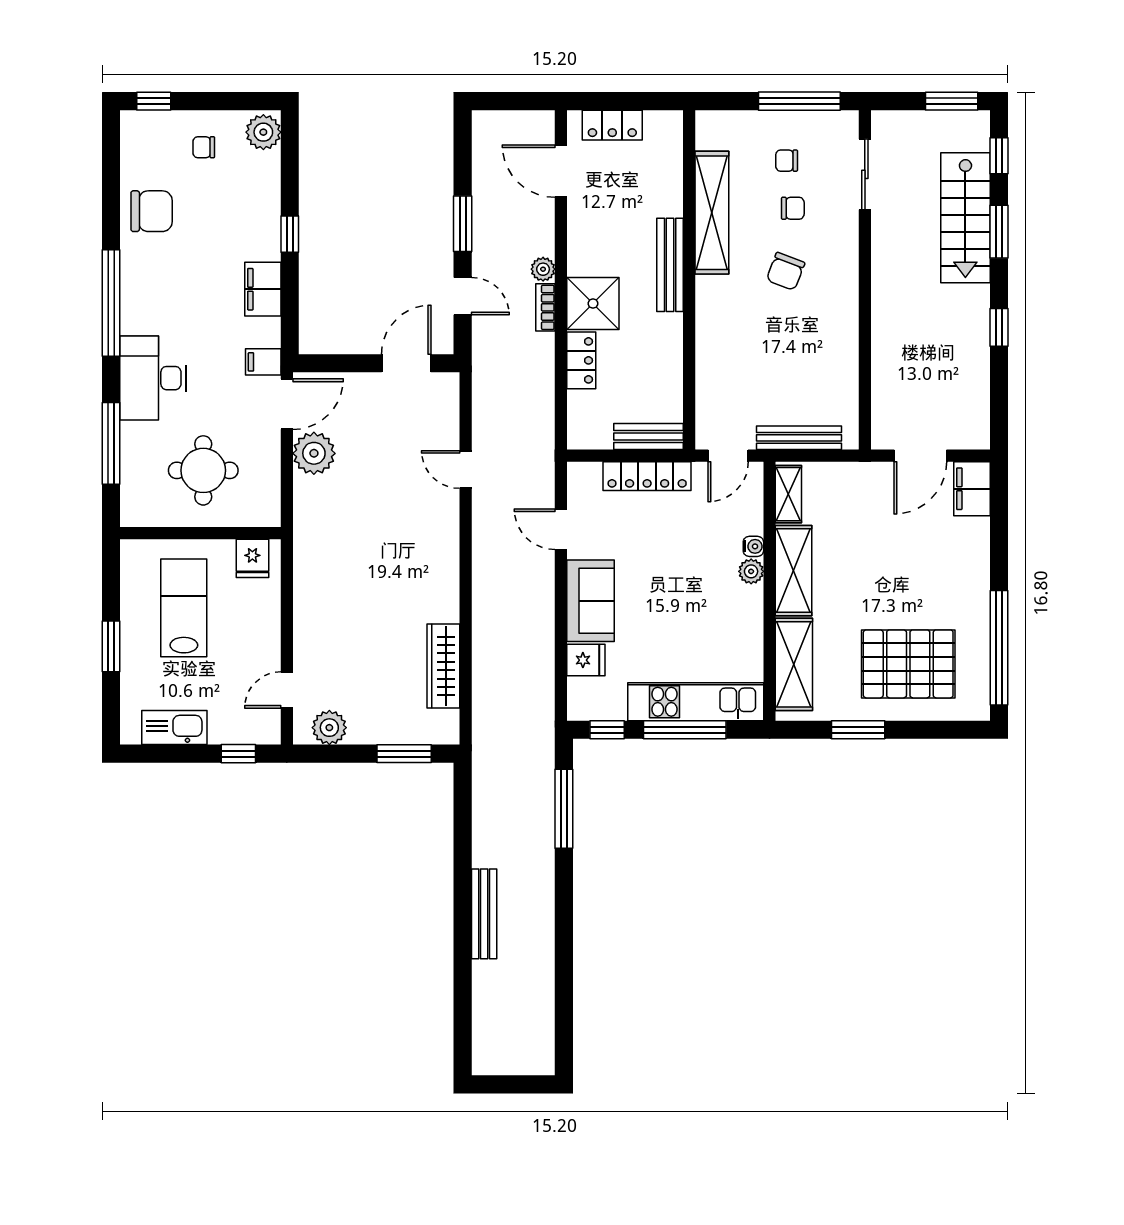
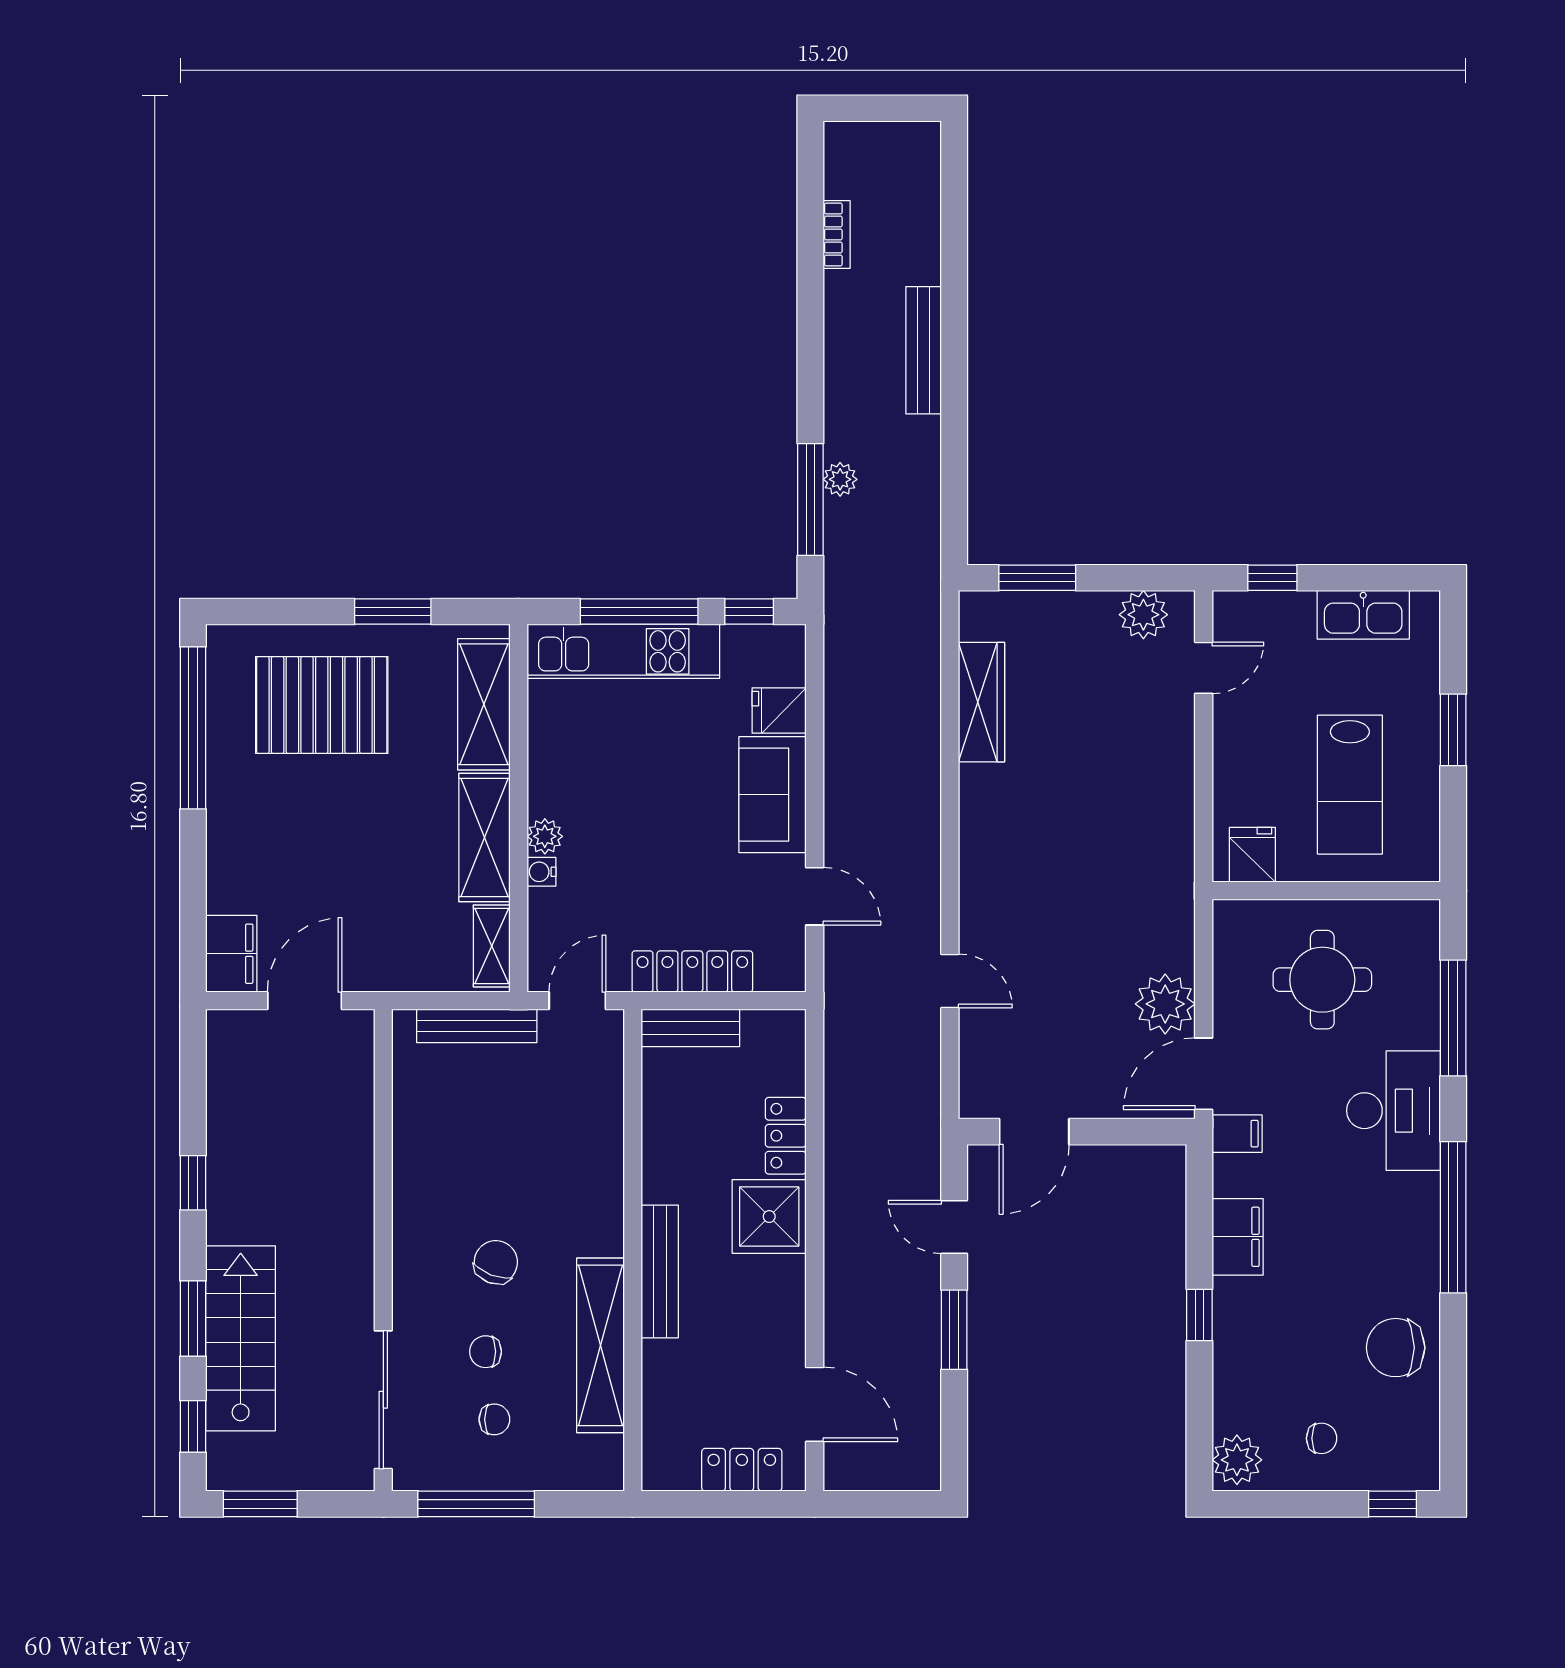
sliding door: (865, 174) -> (383, 1400), width x1.37
plant: (543, 269) -> (840, 479), moved
bookcase: (545, 307) -> (837, 234), moved

